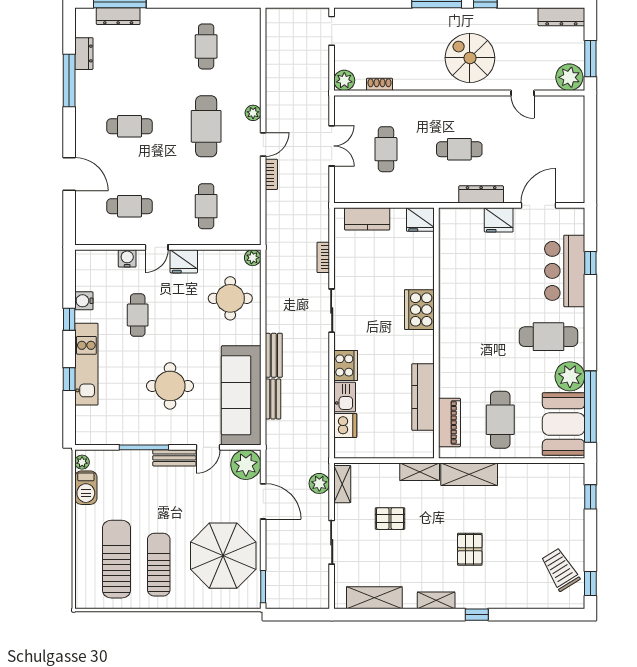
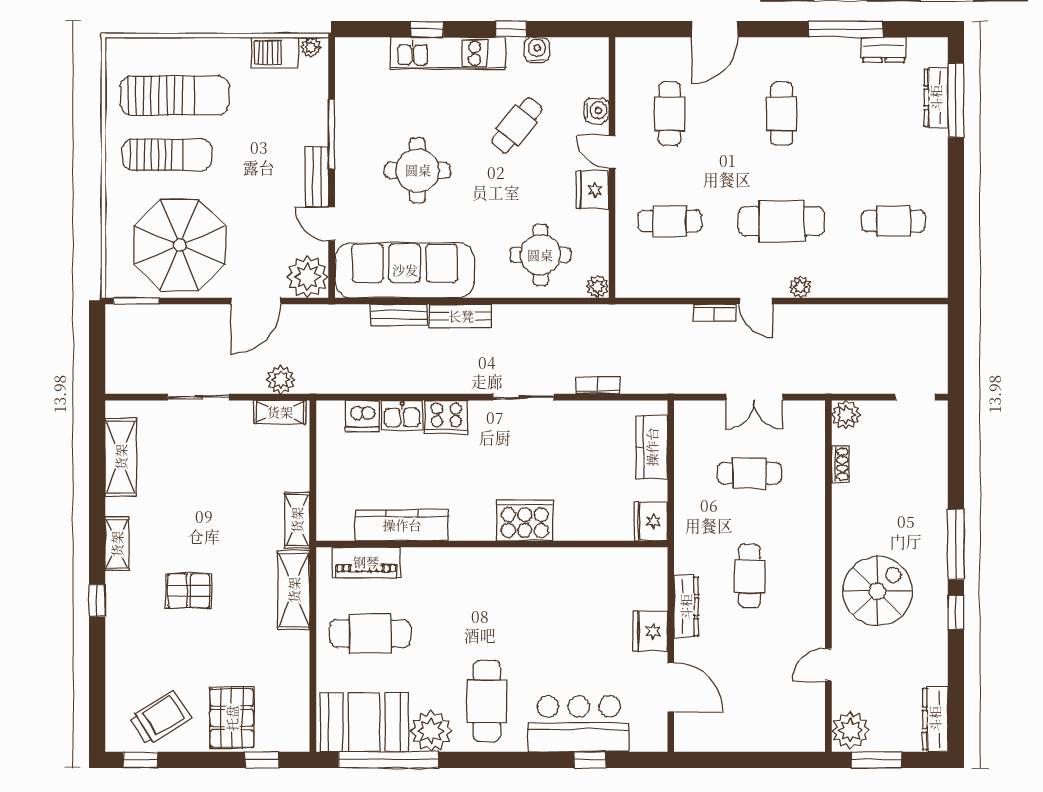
cafe table: (138, 315) -> (517, 125), turned -50
pallet: (390, 519) -> (232, 718), moved, width x1.50, depth x1.42

